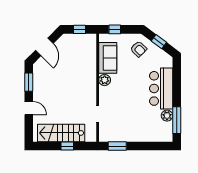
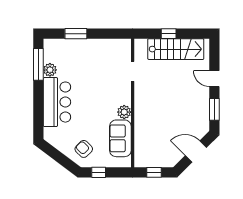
window: (115, 29) -> (99, 172), moved
window: (159, 42) -> (60, 158), removed
door: (44, 47) -> (196, 152), hinge flipped
window: (117, 146) -> (76, 34), moved

